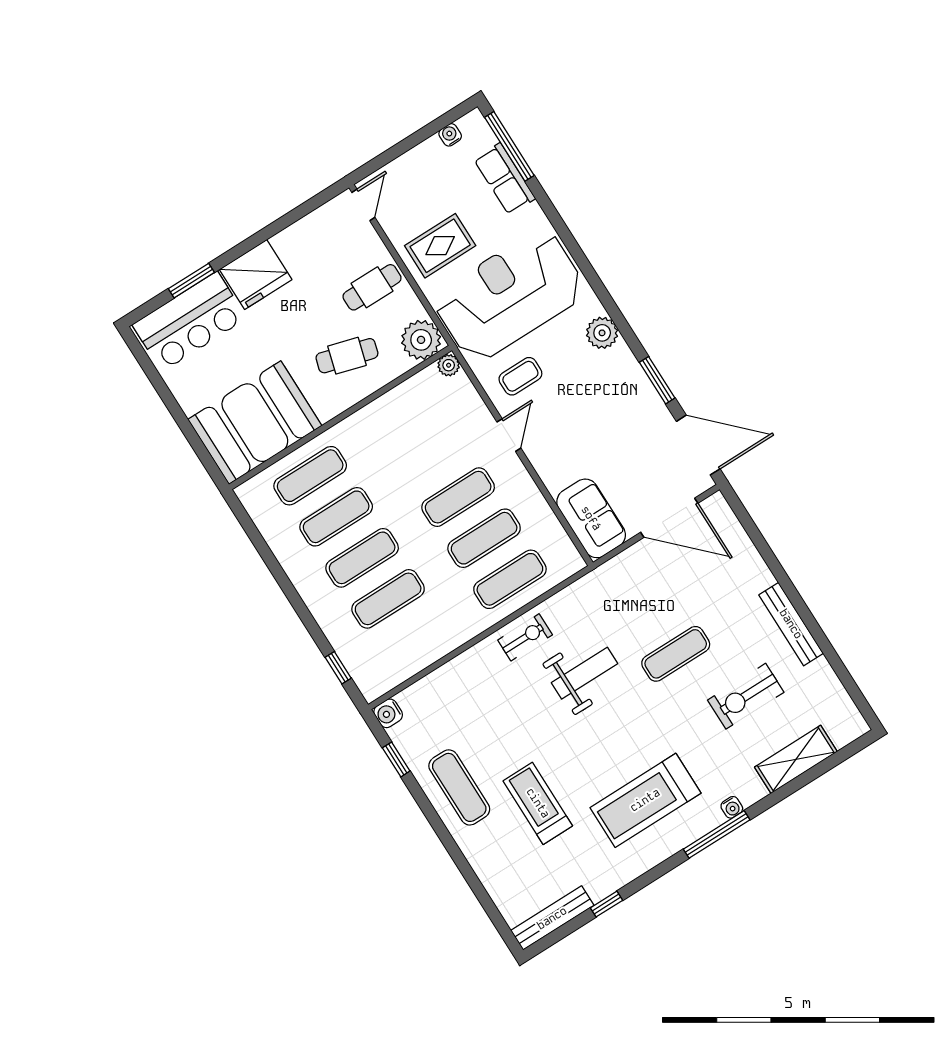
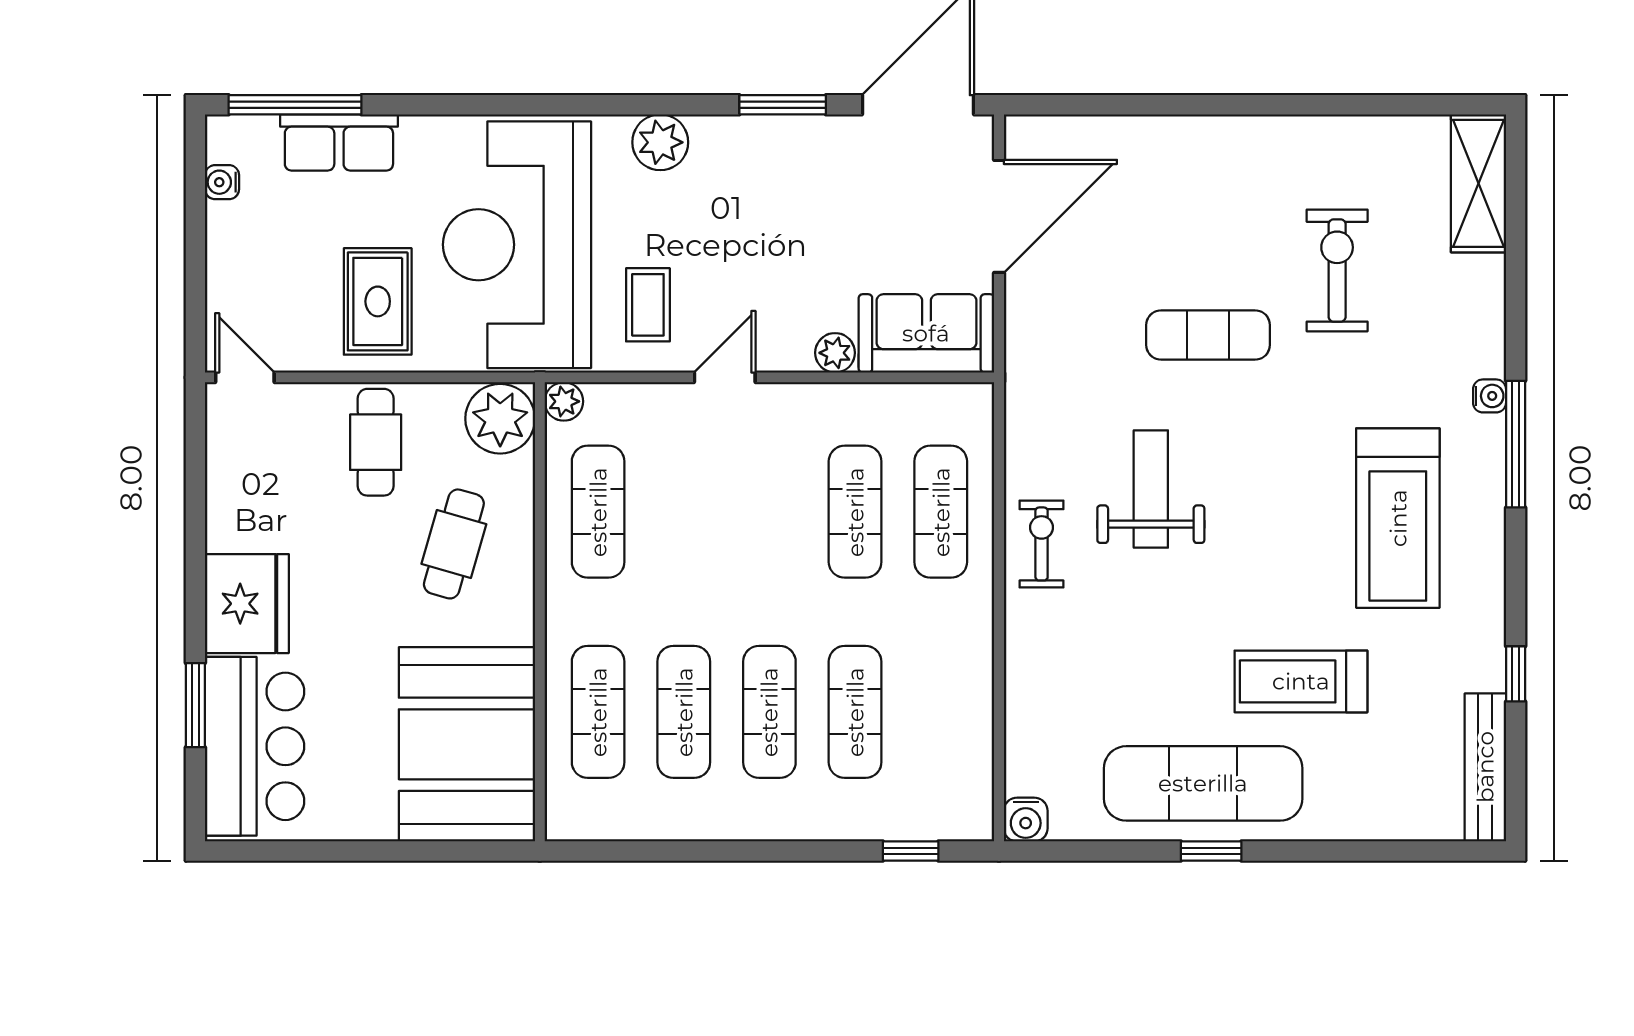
door: (509, 435) -> (725, 377), hinge flipped
plant: (554, 480) -> (835, 353), added
exercise mat: (458, 497) -> (598, 512), moved
bench: (791, 624) -> (1272, 135), removed
exercise mat: (676, 654) -> (1208, 335), turned 90
exercise bike: (746, 696) -> (1337, 270), turned 180
window: (396, 759) -> (1211, 851), moved
shelving: (796, 759) -> (1478, 183), moved
exercise mat: (459, 787) -> (1203, 783), width x1.36, depth x1.45

